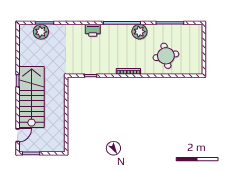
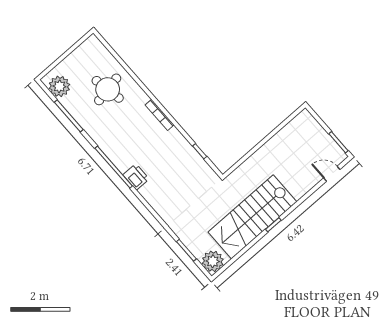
printer: (93, 30) -> (136, 177), moved
plant: (41, 32) -> (213, 261), moved
plant: (139, 32) -> (59, 86), moved
stairs: (32, 97) -> (252, 217), moved

